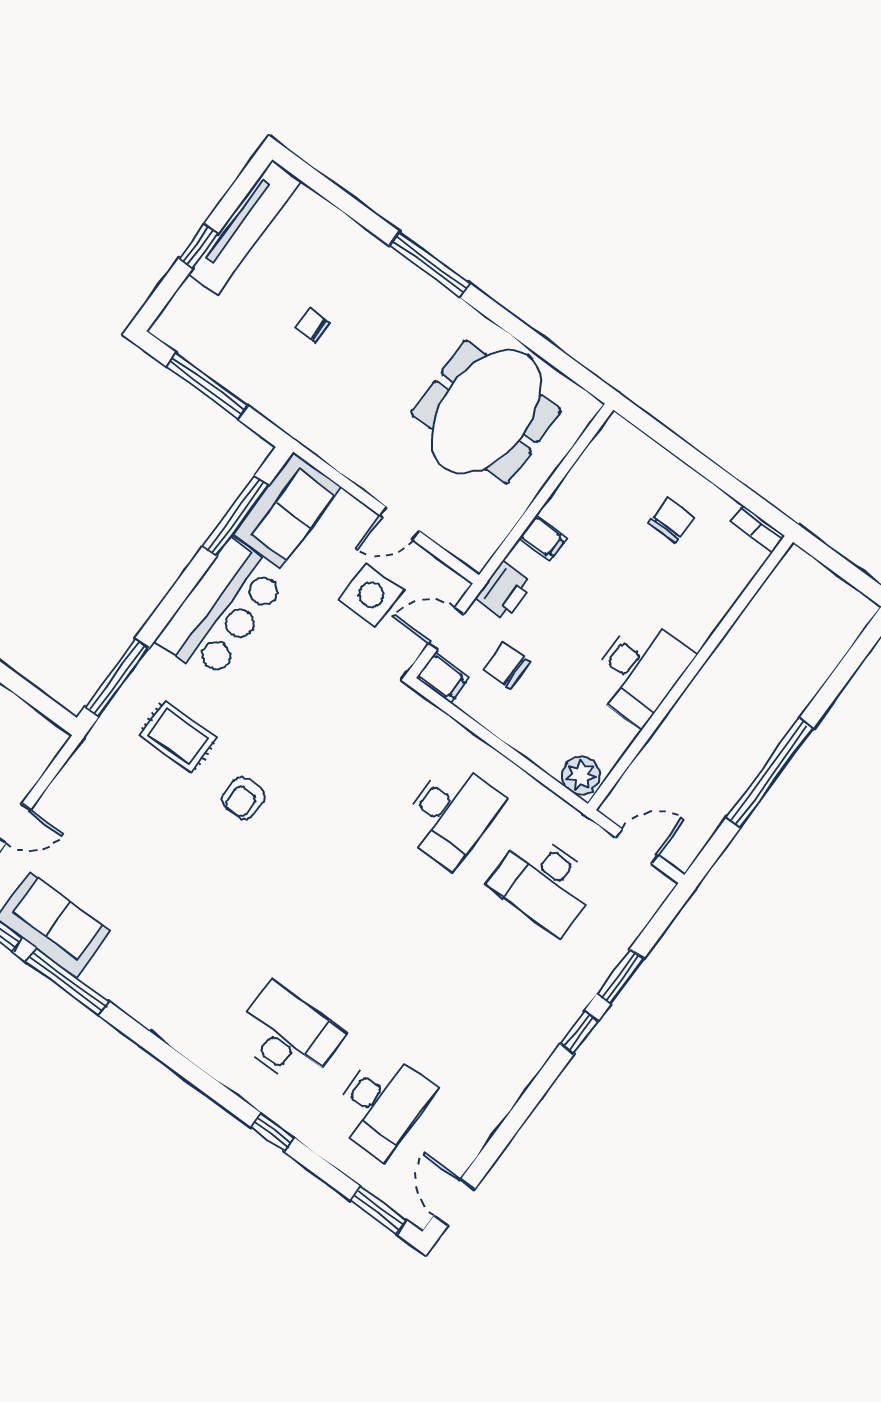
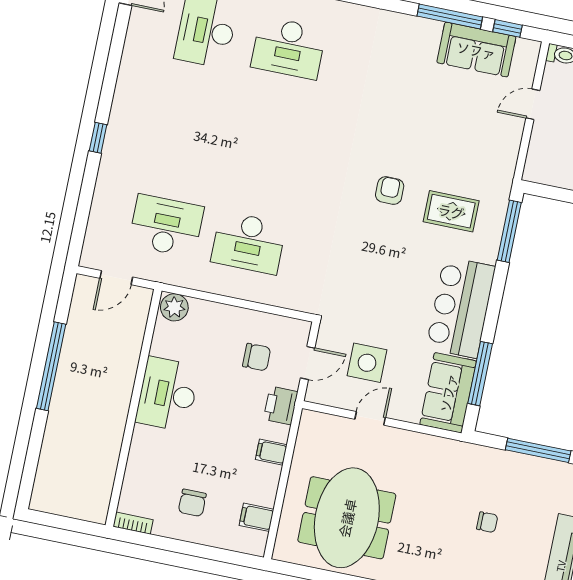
filing cabinet: (443, 678) -> (256, 517), moved
desk: (451, 814) -> (249, 243), turned -90
window: (620, 976) -> (88, 187), removed

